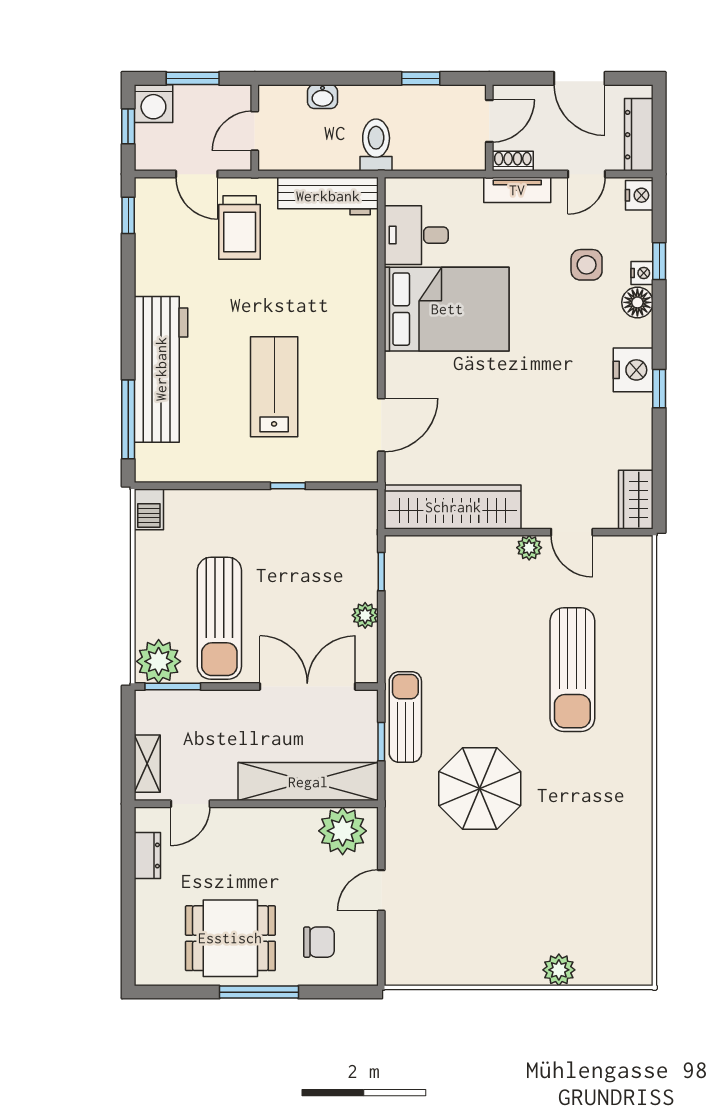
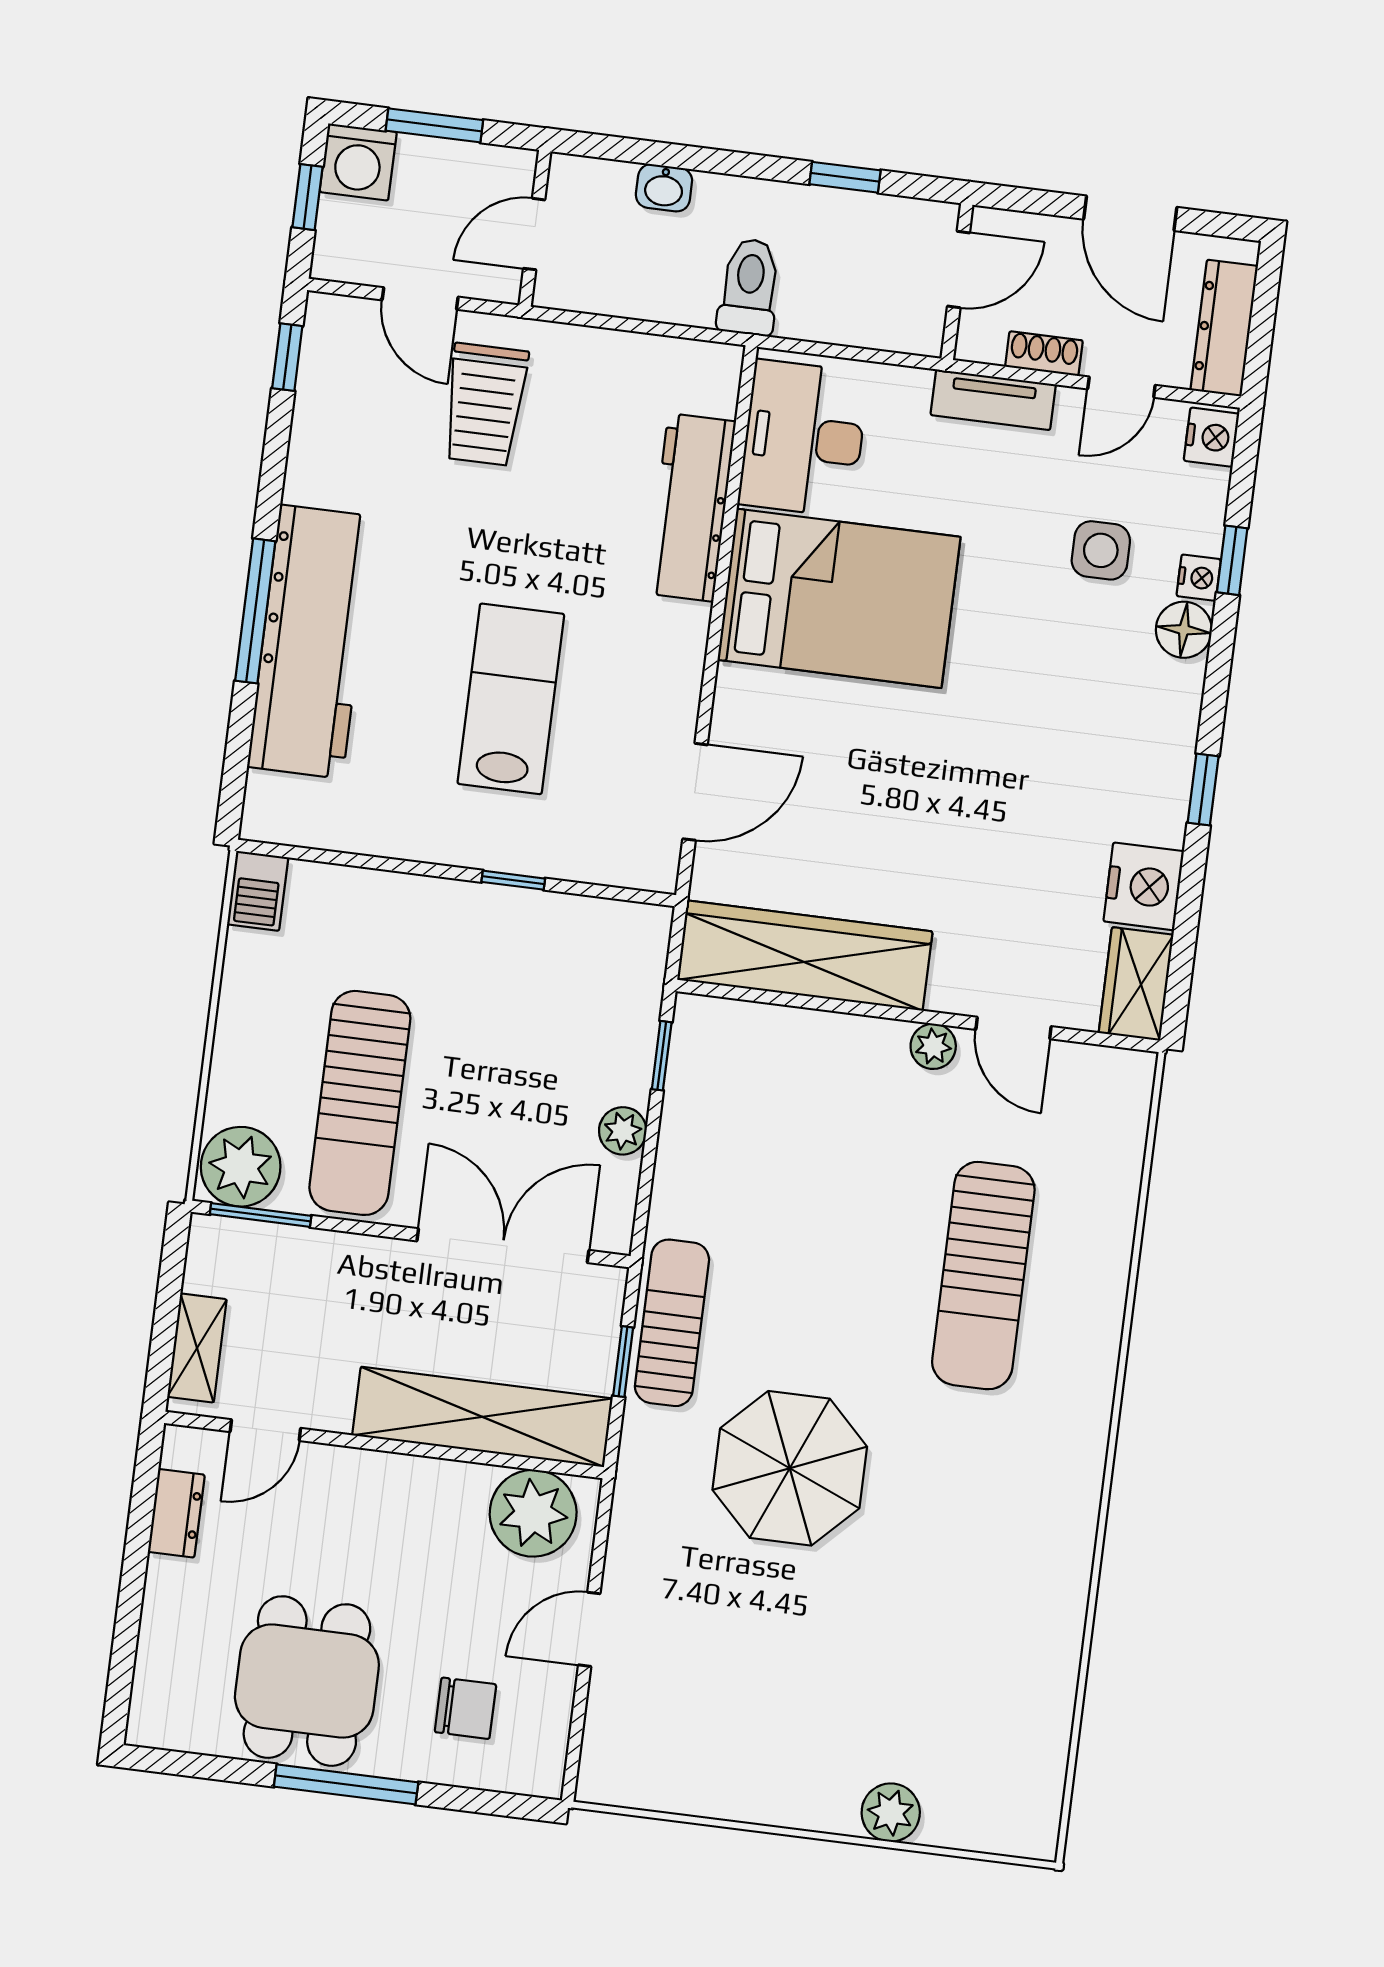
shoe rack: (513, 161) -> (1044, 354), moved
workbench: (328, 196) -> (691, 507), moved, turned 90
desk: (416, 235) -> (804, 438), width x1.37
nightstand: (633, 370) -> (1144, 886), moved
window: (128, 419) -> (255, 611), moved
dining table: (230, 938) -> (307, 1681), turned 90

